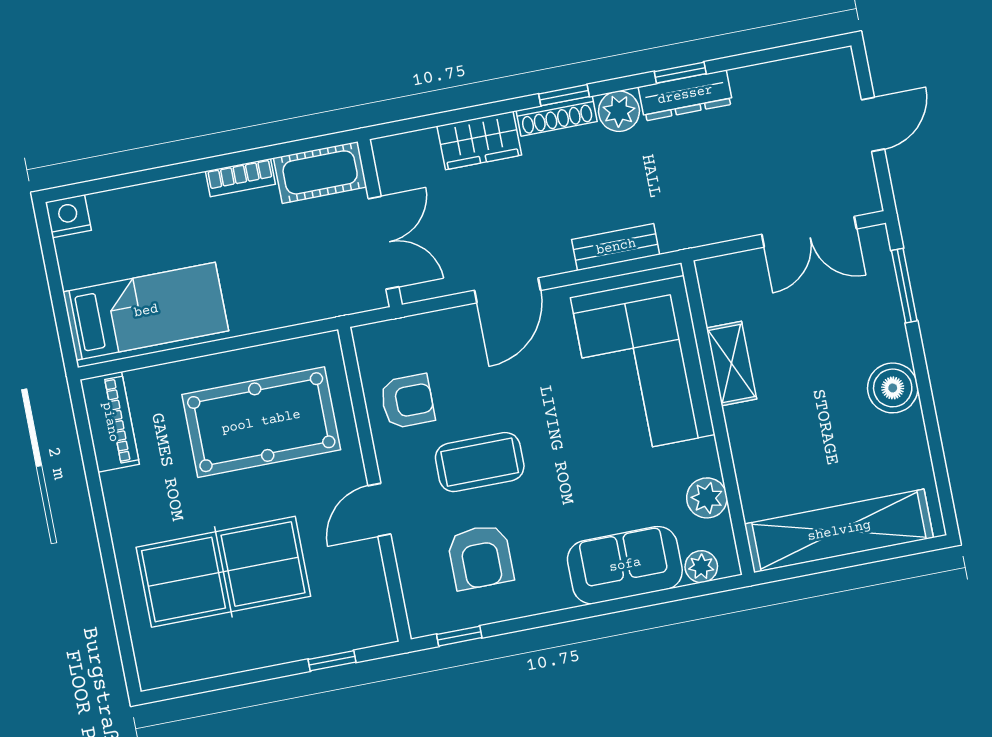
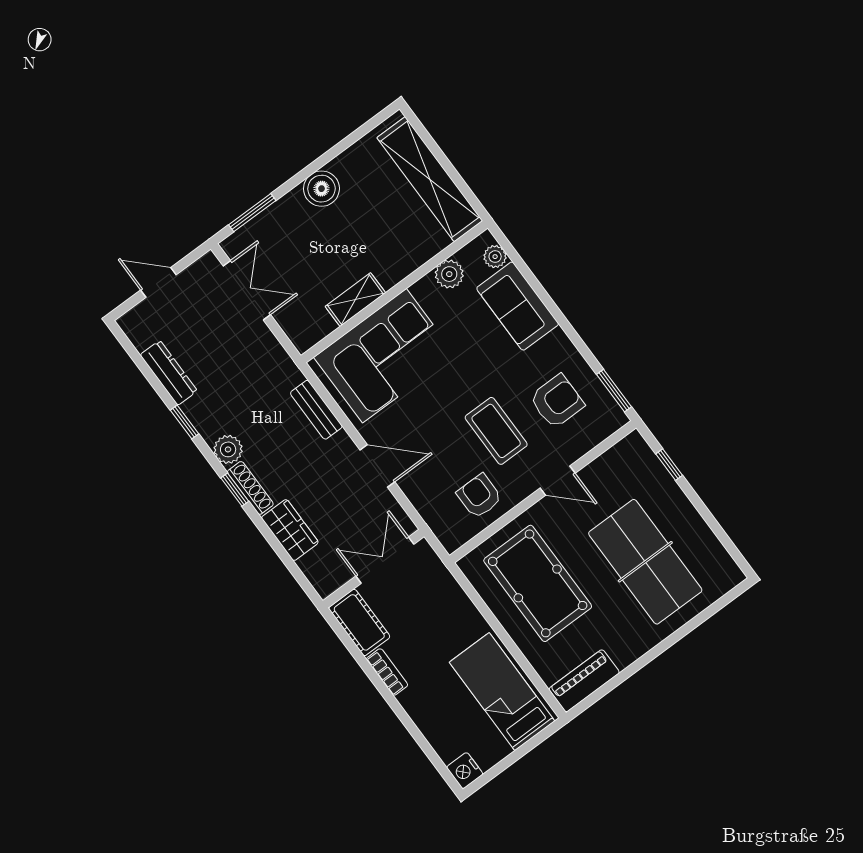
dresser: (685, 95) -> (169, 373), moved
window: (459, 636) -> (614, 391), width x1.50

